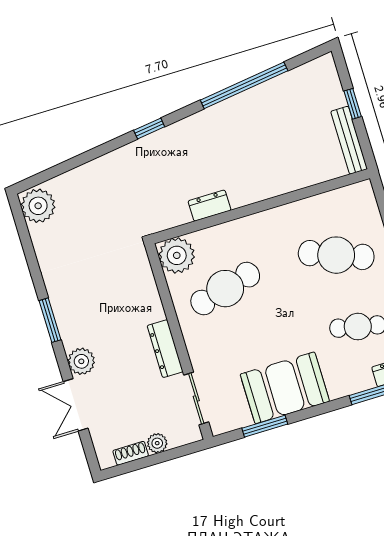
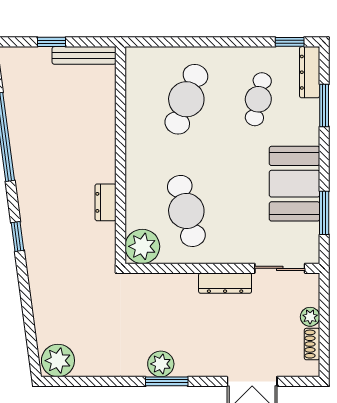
plant: (81, 361) -> (161, 364), moved

